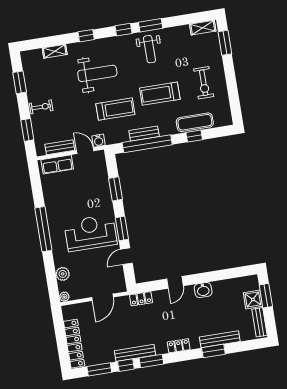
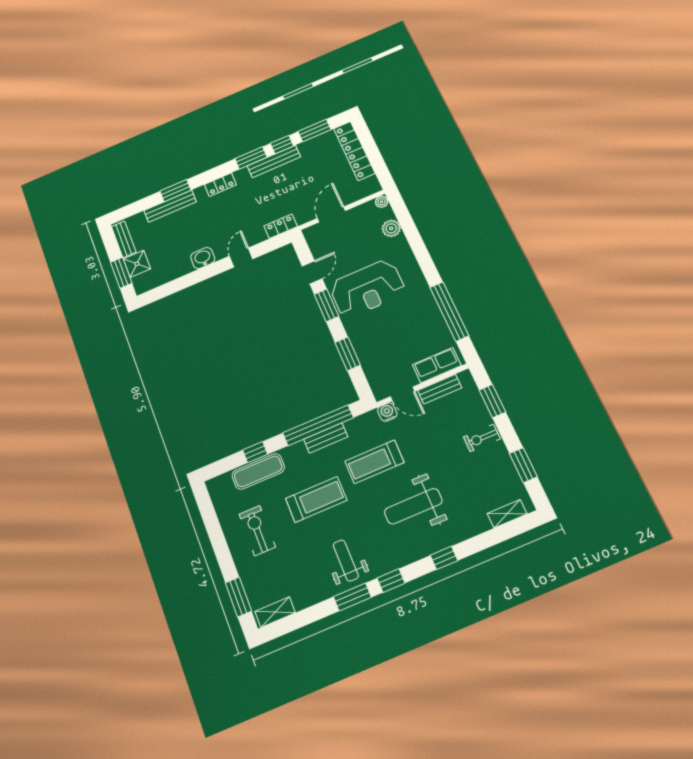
shelving: (55, 51) -> (507, 514), moved
window: (43, 229) -> (449, 311), moved

